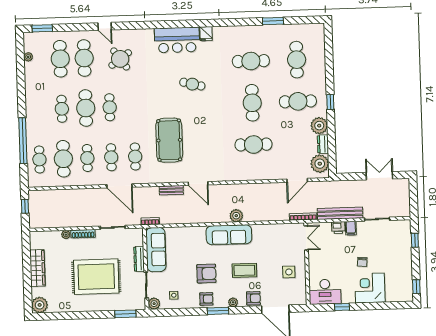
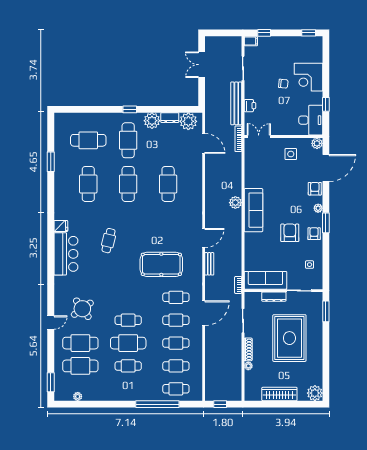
cafe table: (252, 103) -> (128, 184), turned 90
cafe table: (63, 159) -> (176, 366), width x0.73, depth x0.74
filing cabinet: (351, 228) -> (251, 41), moved
coffee table: (244, 270) -> (288, 196), removed
plant: (154, 304) -> (317, 143), moved

